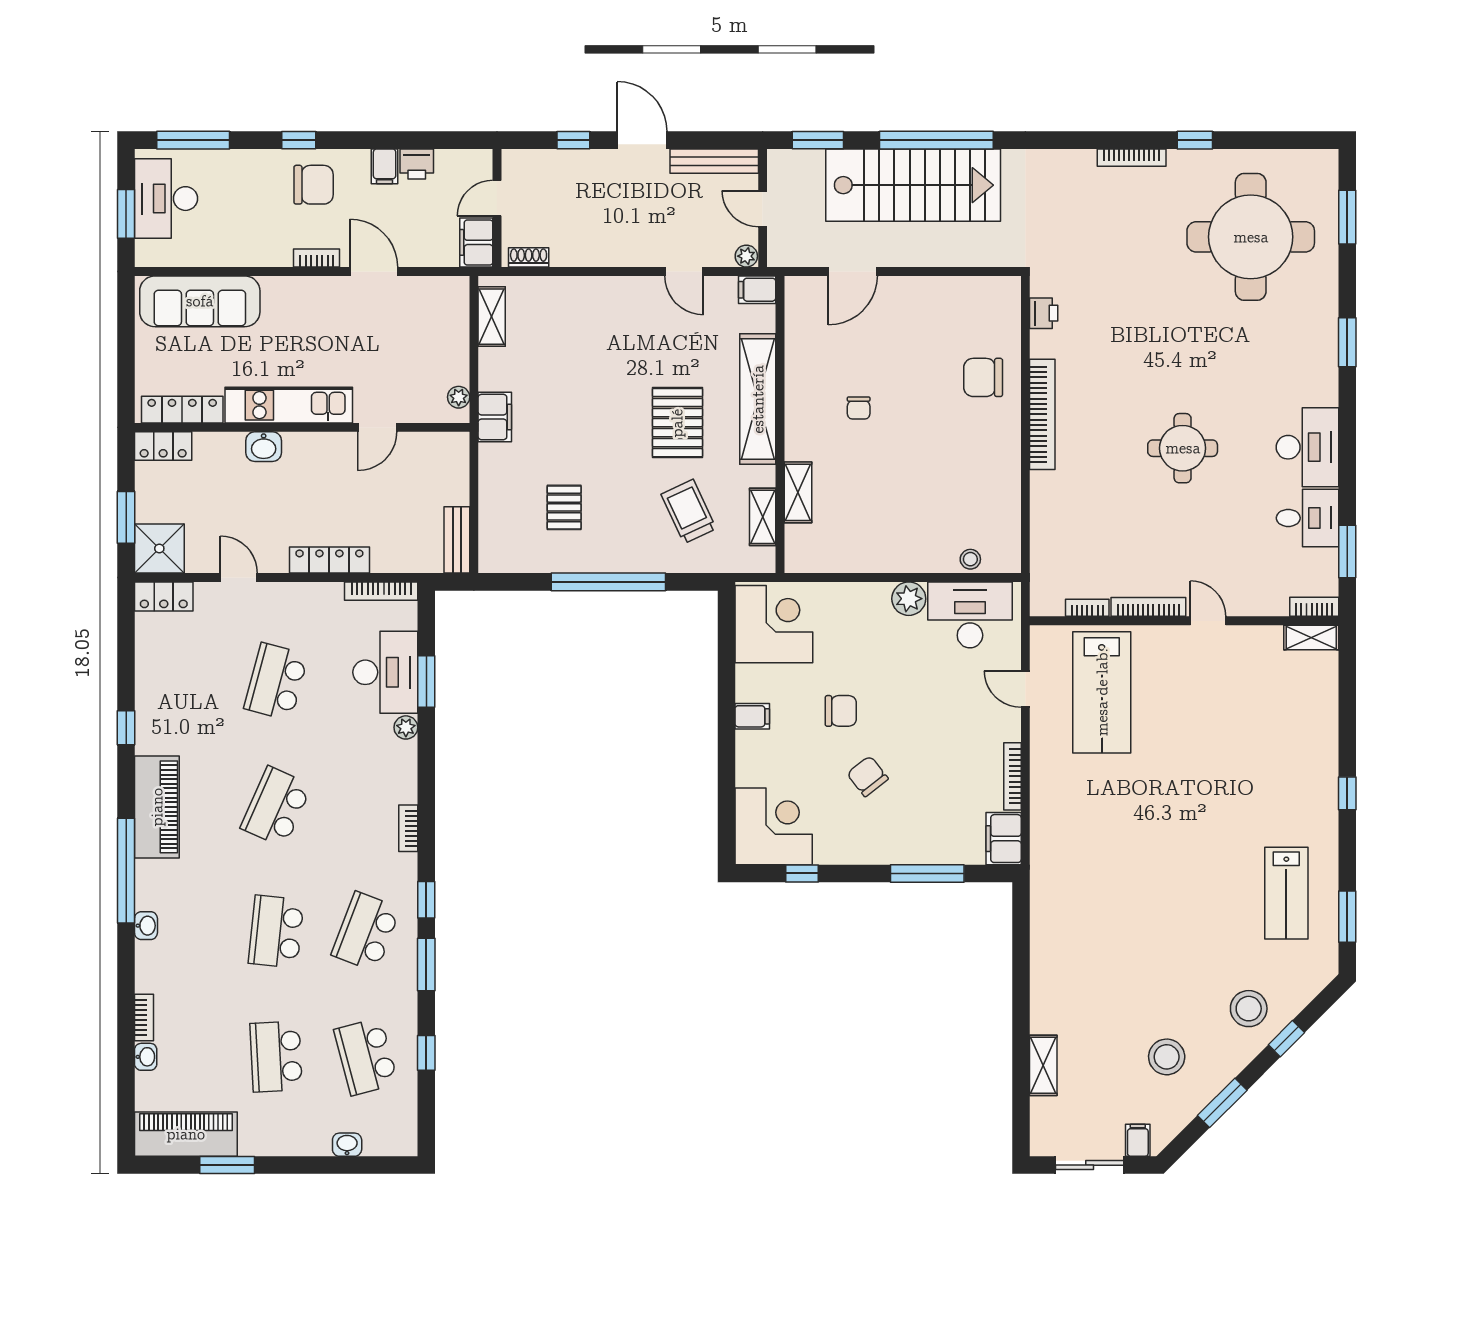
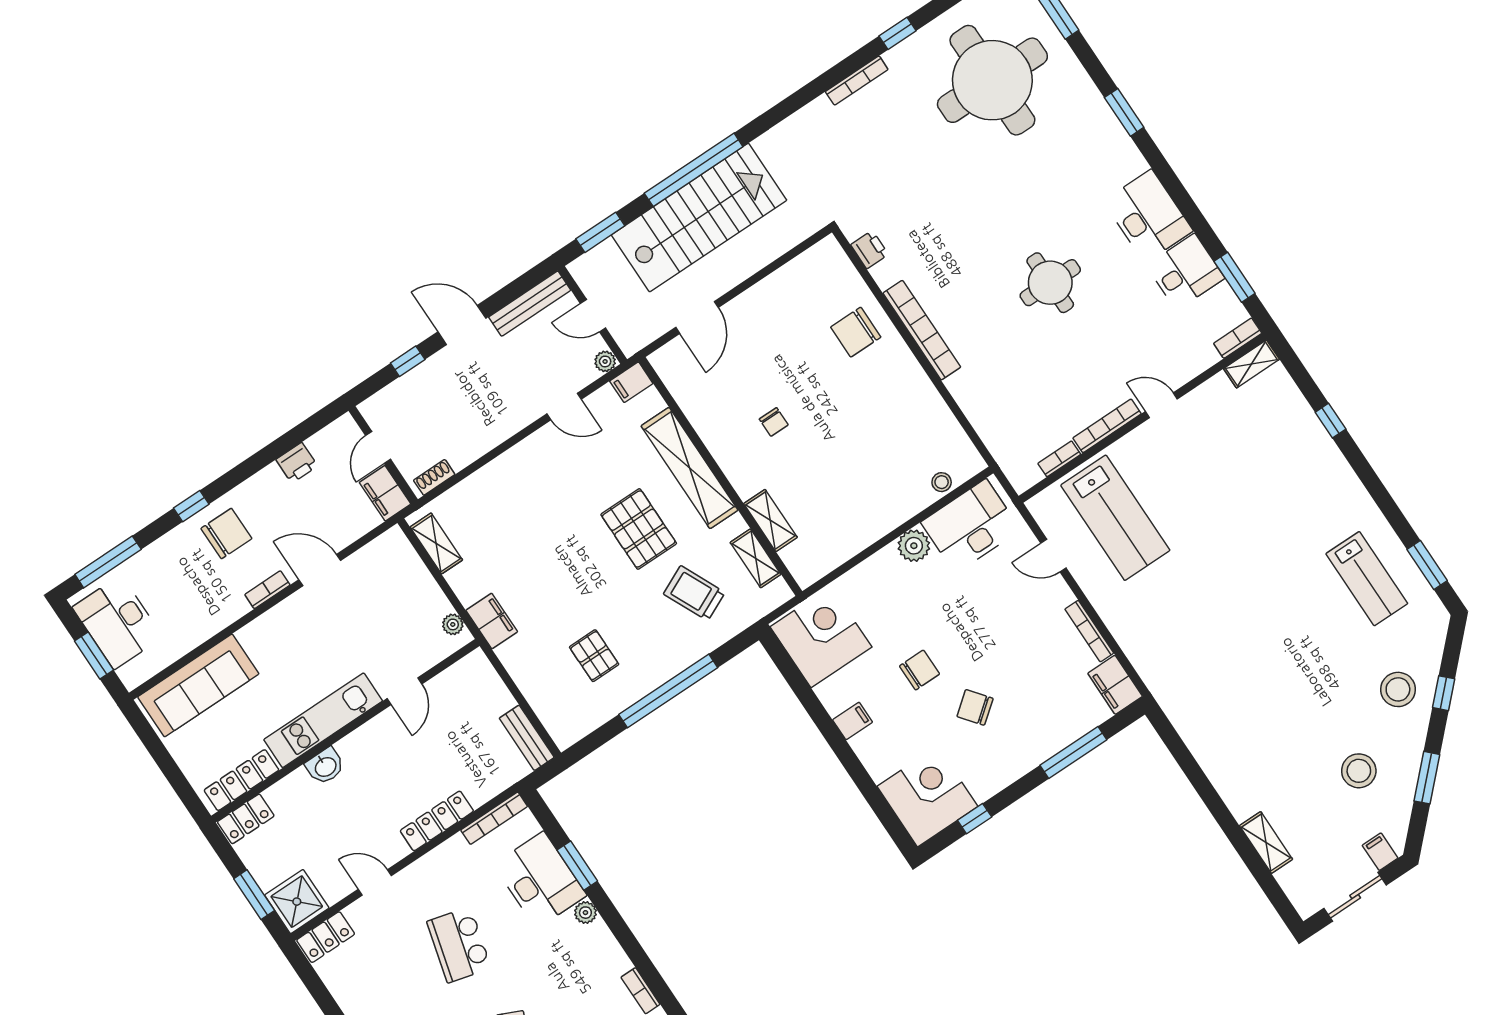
filing cabinet: (385, 166) -> (273, 482), removed
window: (1347, 793) -> (1331, 421), moved

